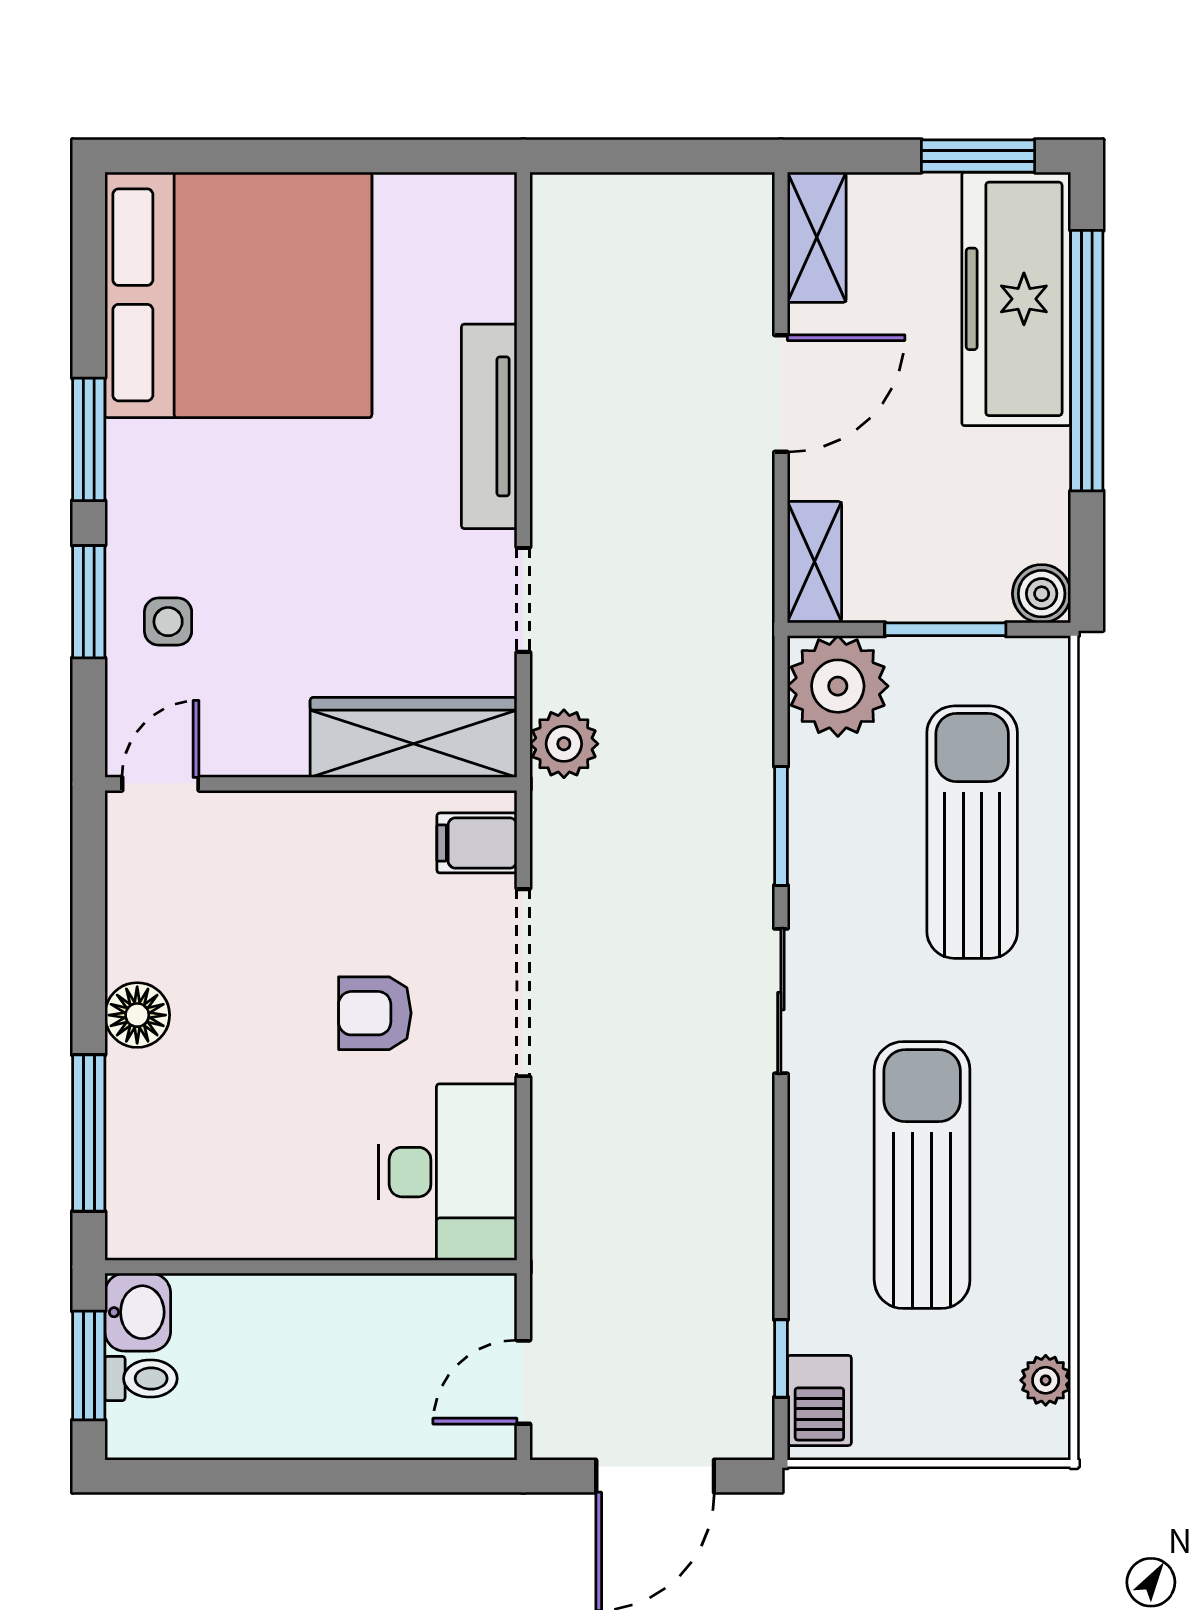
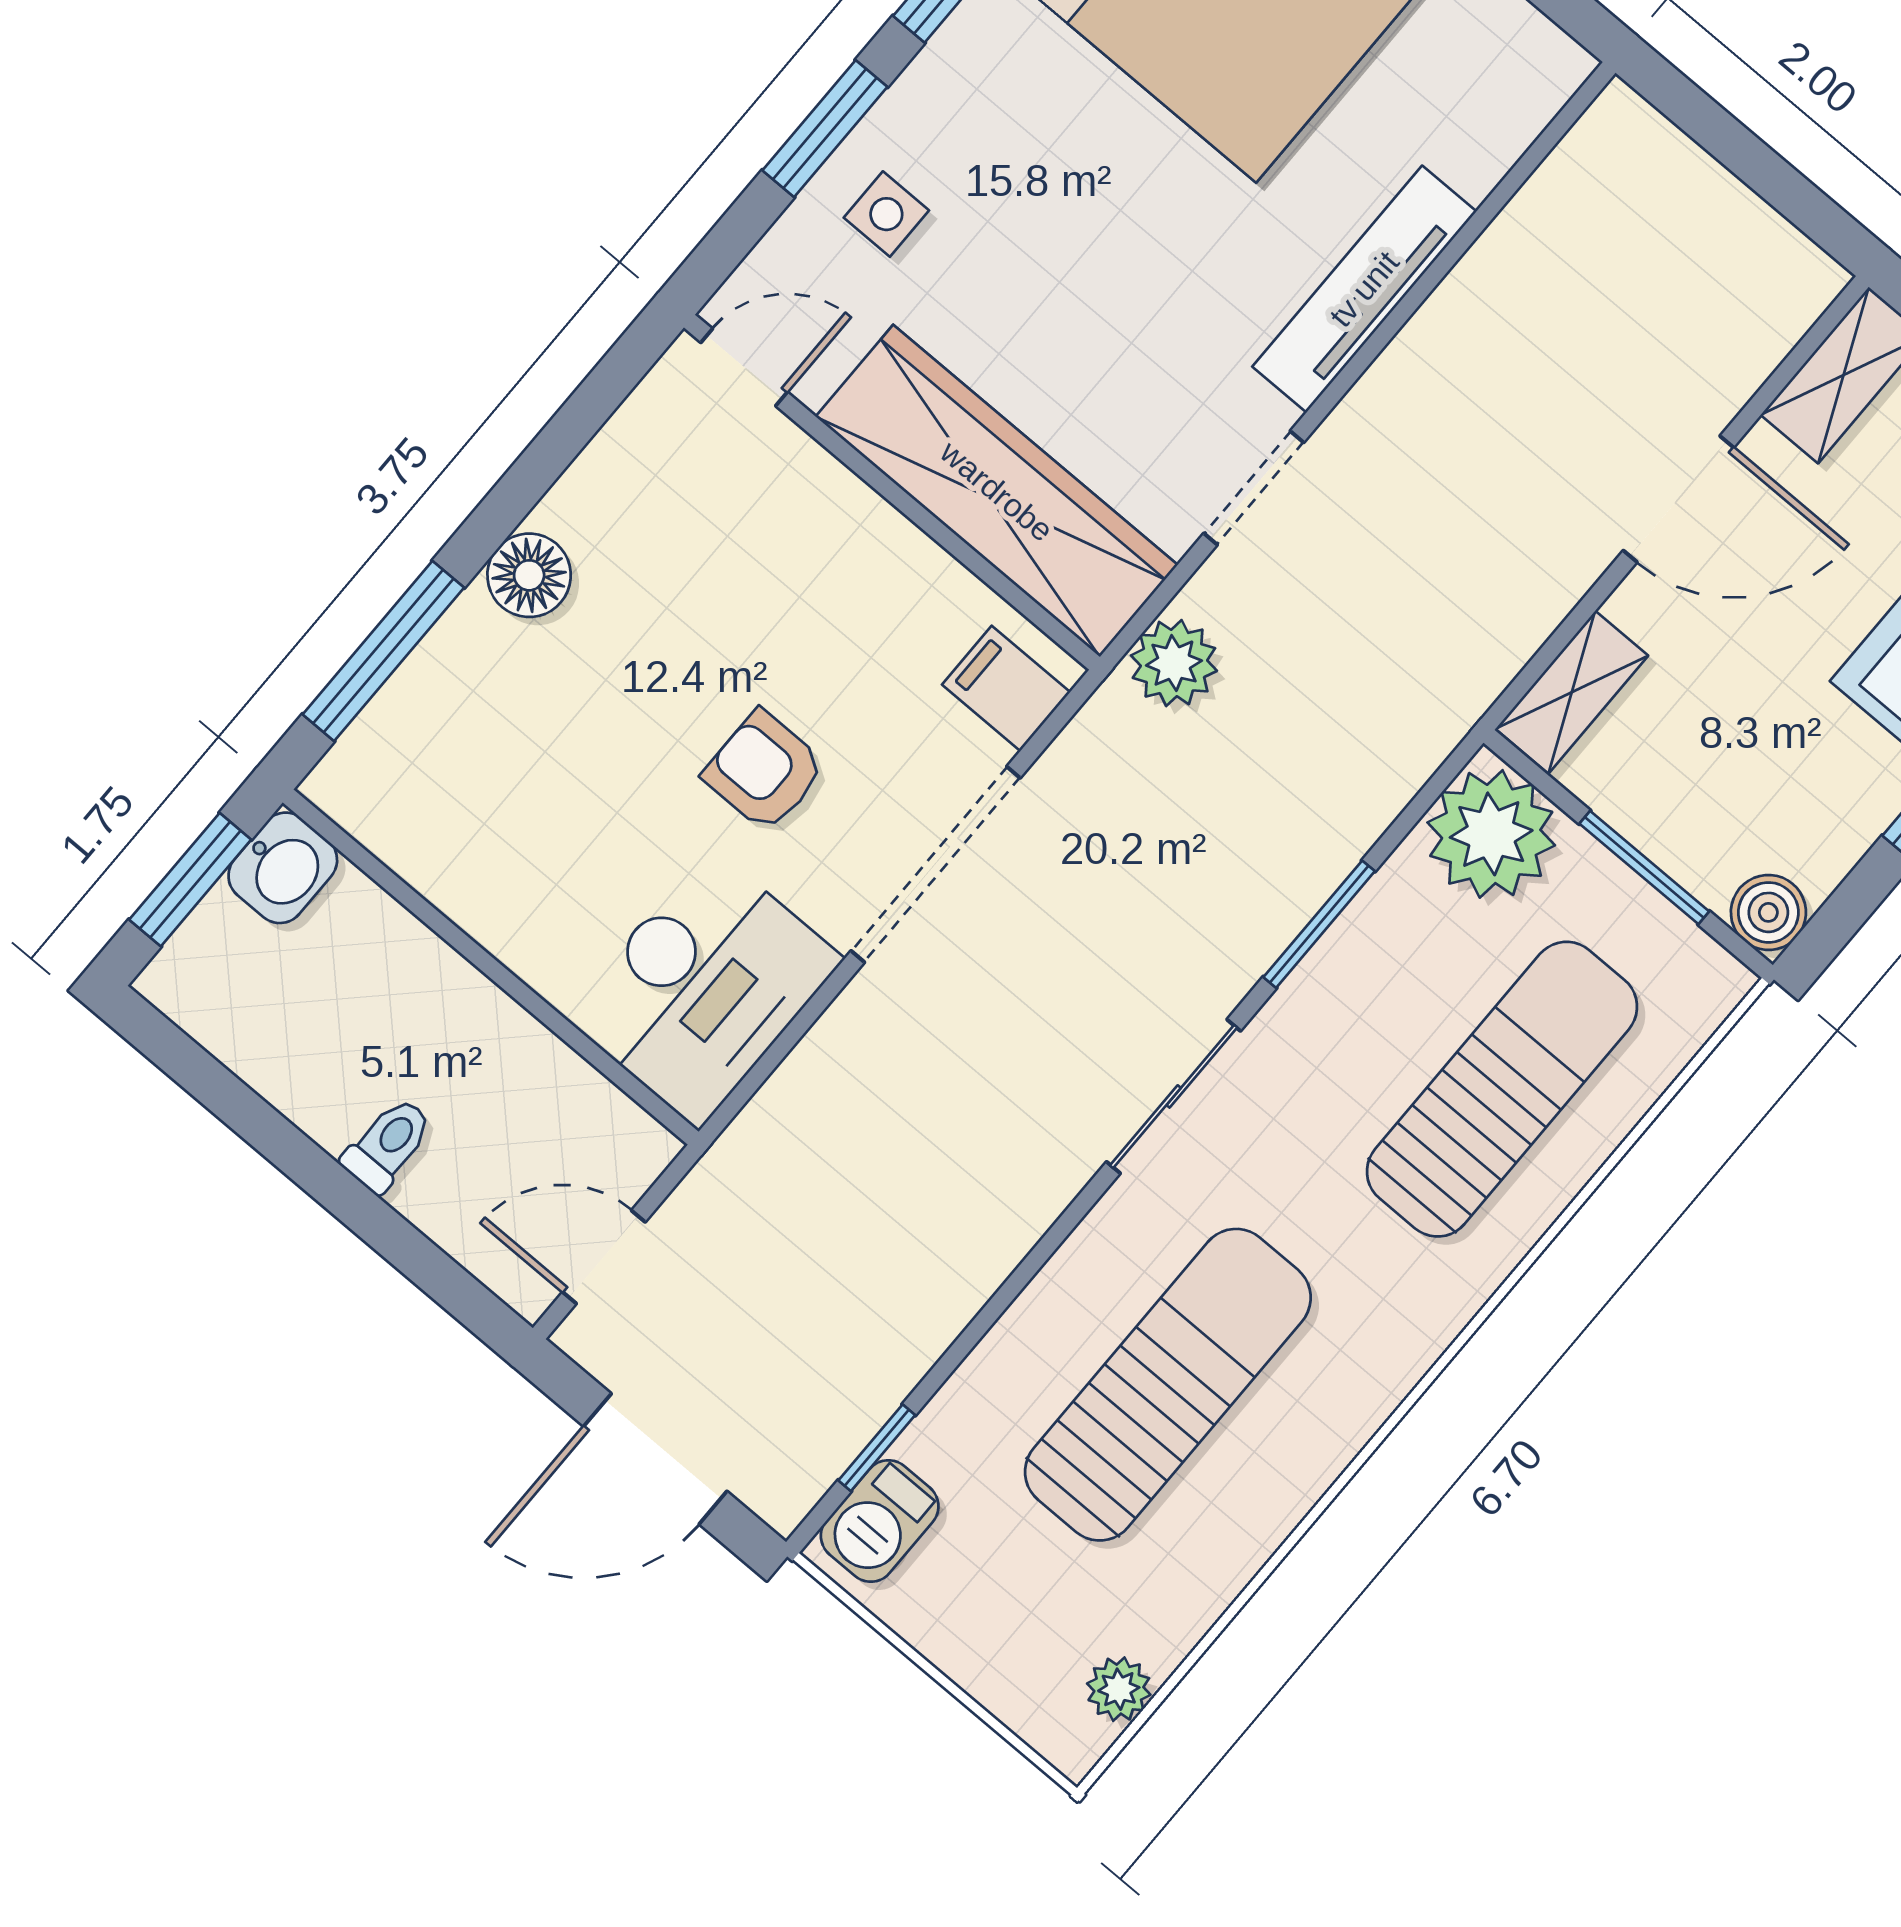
wardrobe: (414, 737) -> (997, 491), width x1.40, depth x1.17
toilet: (141, 1379) -> (388, 1145), moved, turned -90

